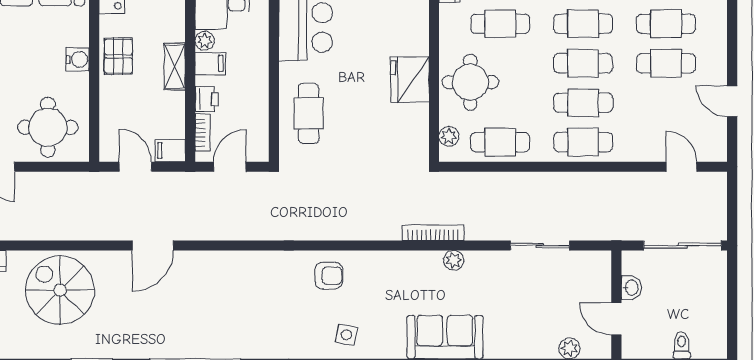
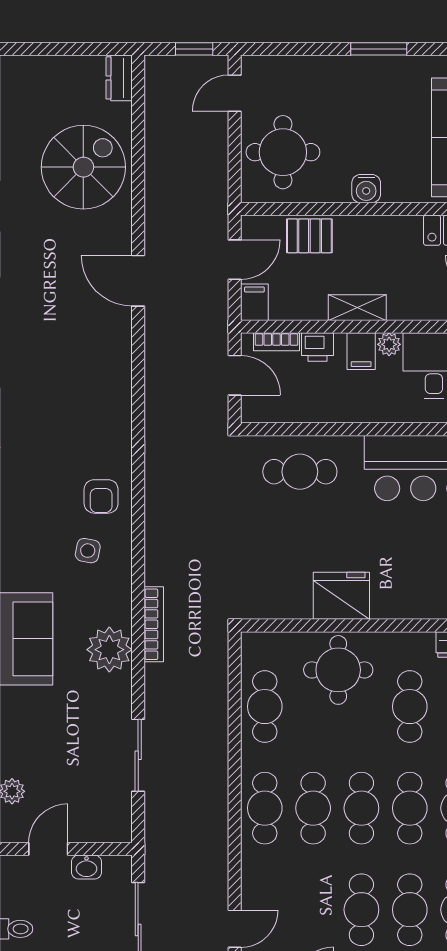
pallet: (118, 56) -> (309, 236), moved
plant: (449, 136) -> (272, 644), removed
plant: (454, 260) -> (109, 650), width x1.87, depth x1.87
side table: (346, 335) -> (88, 551), moved

